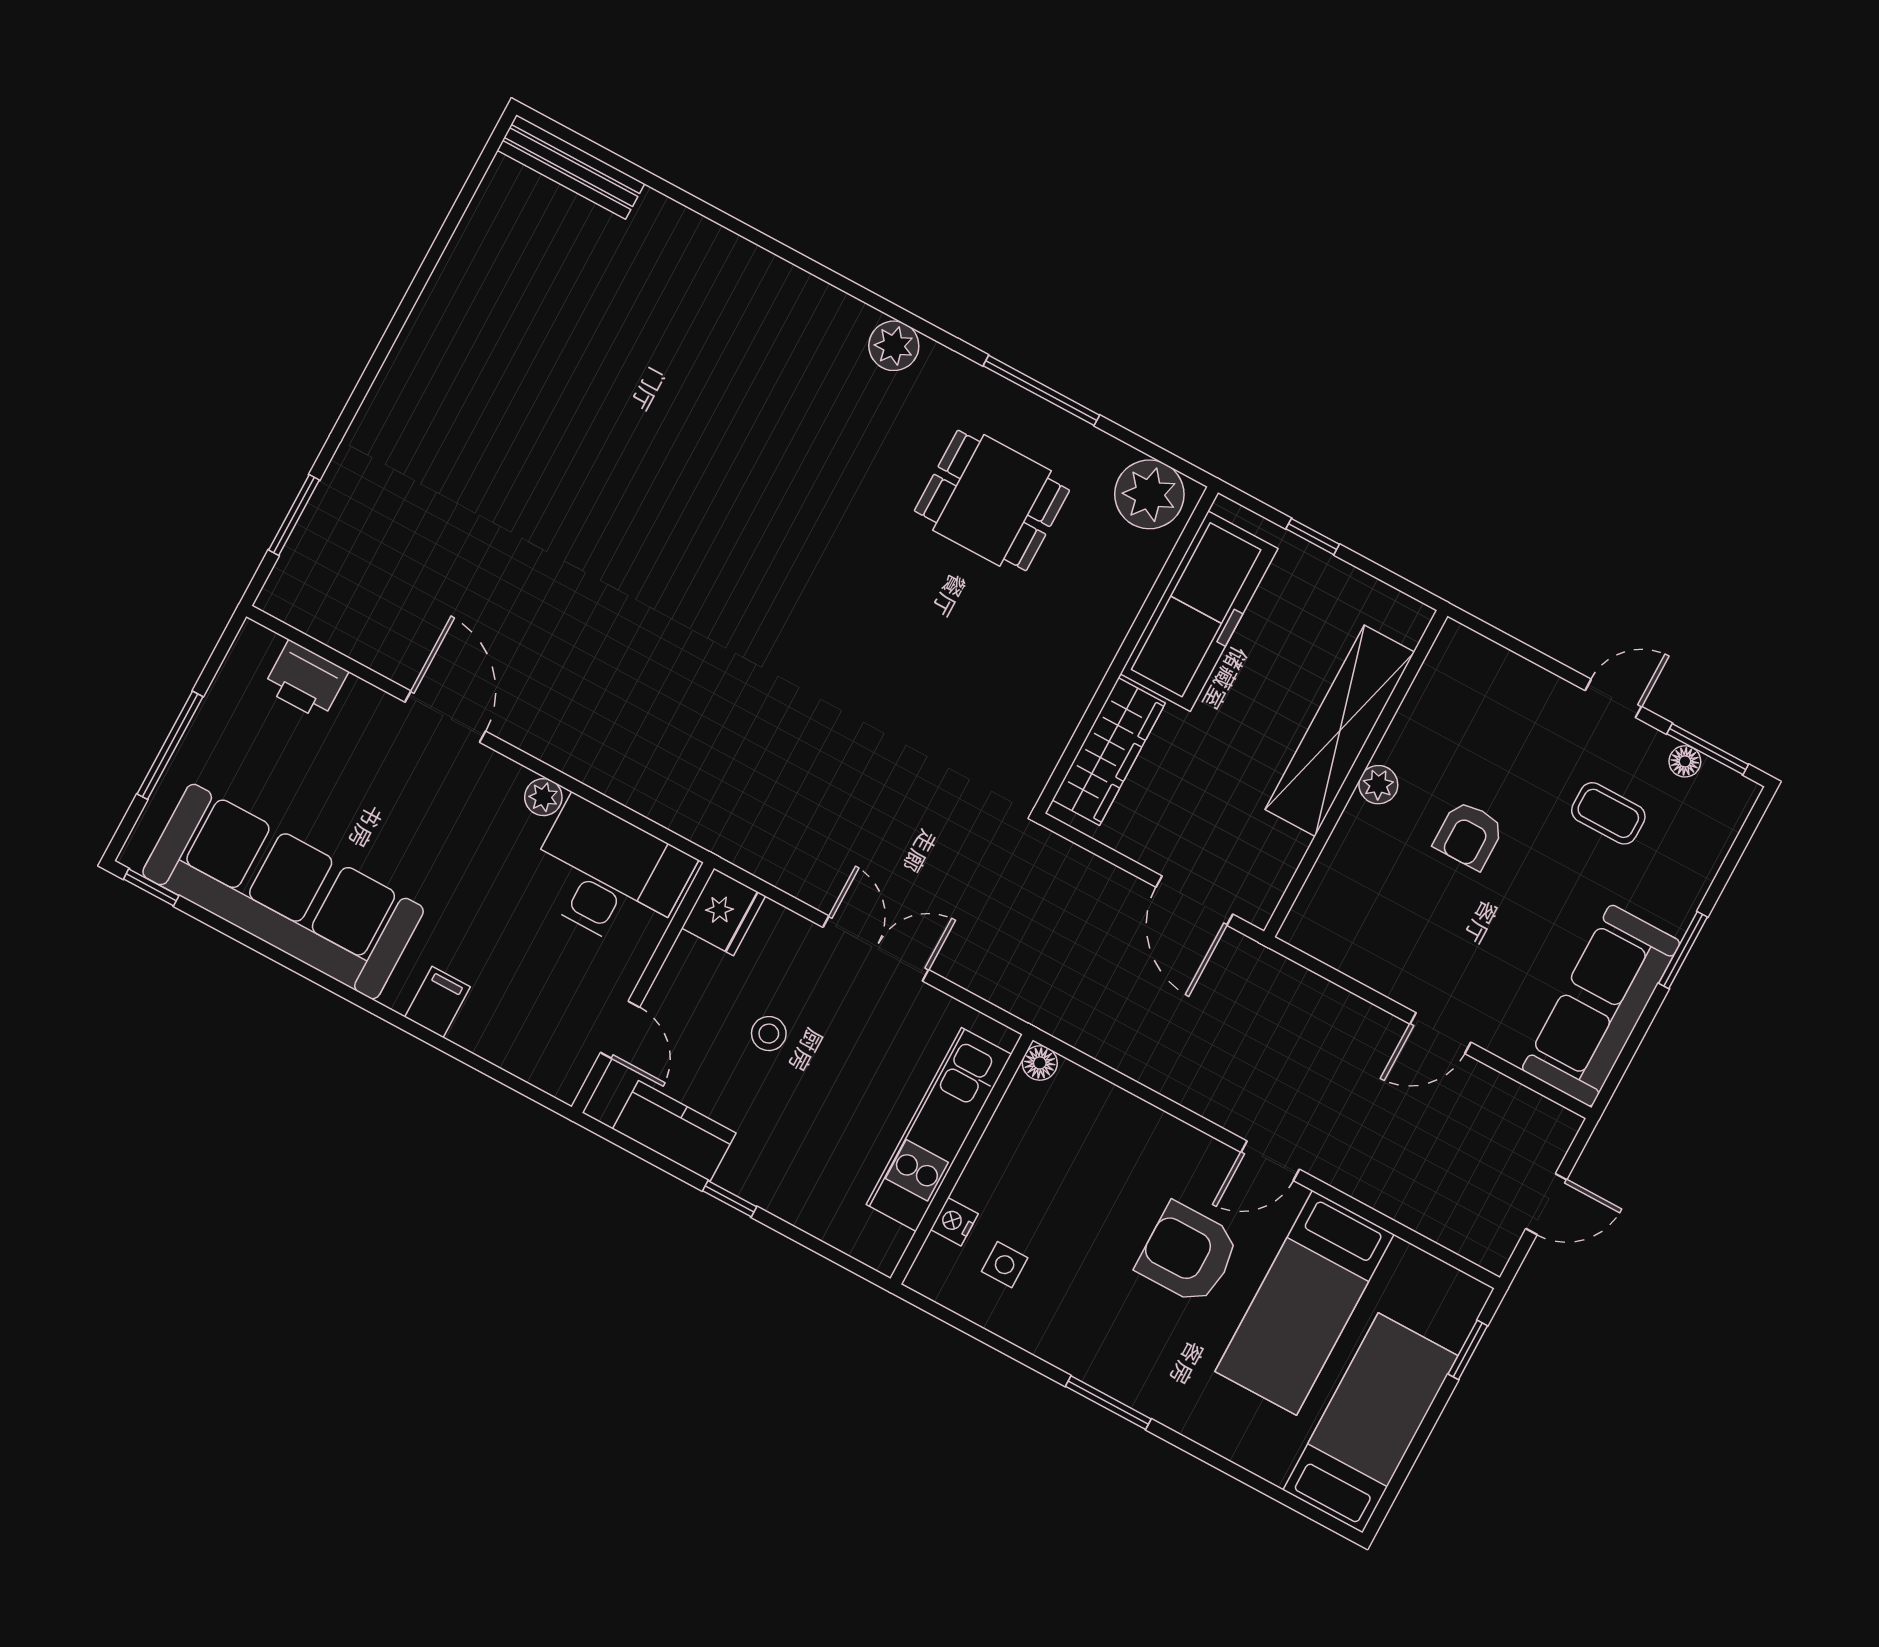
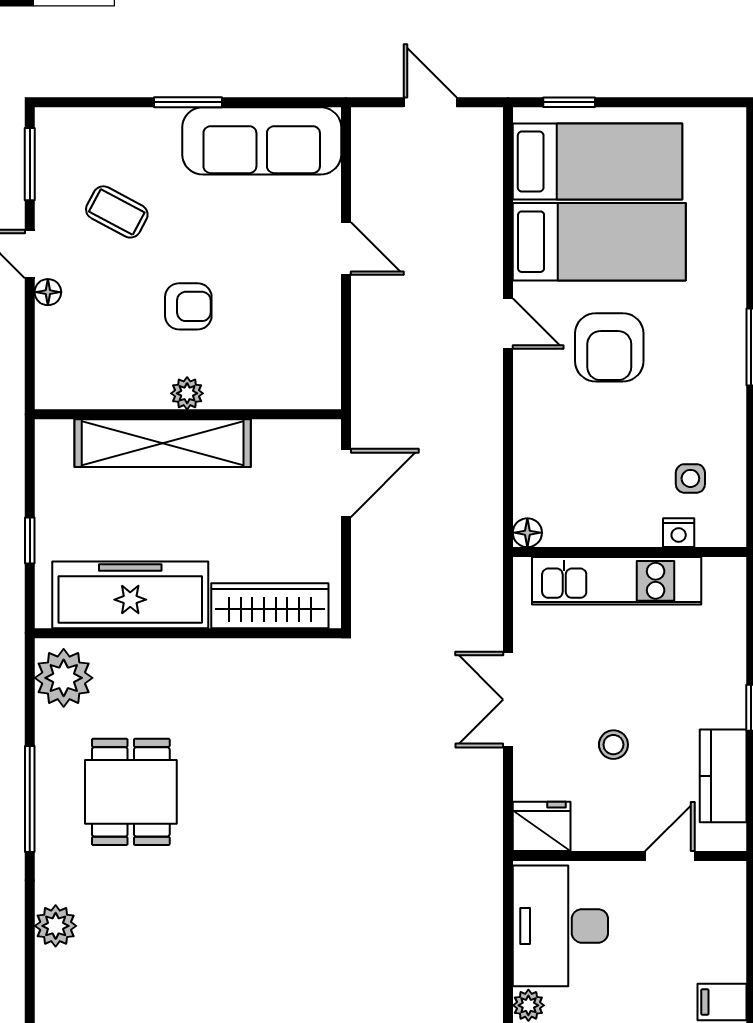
floor lamp: (1685, 761) -> (48, 292), moved
coffee table: (1608, 813) -> (117, 212), turned -62
bed: (1370, 1423) -> (597, 162), moved, turned 180

